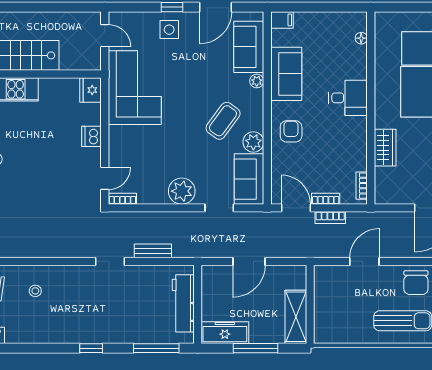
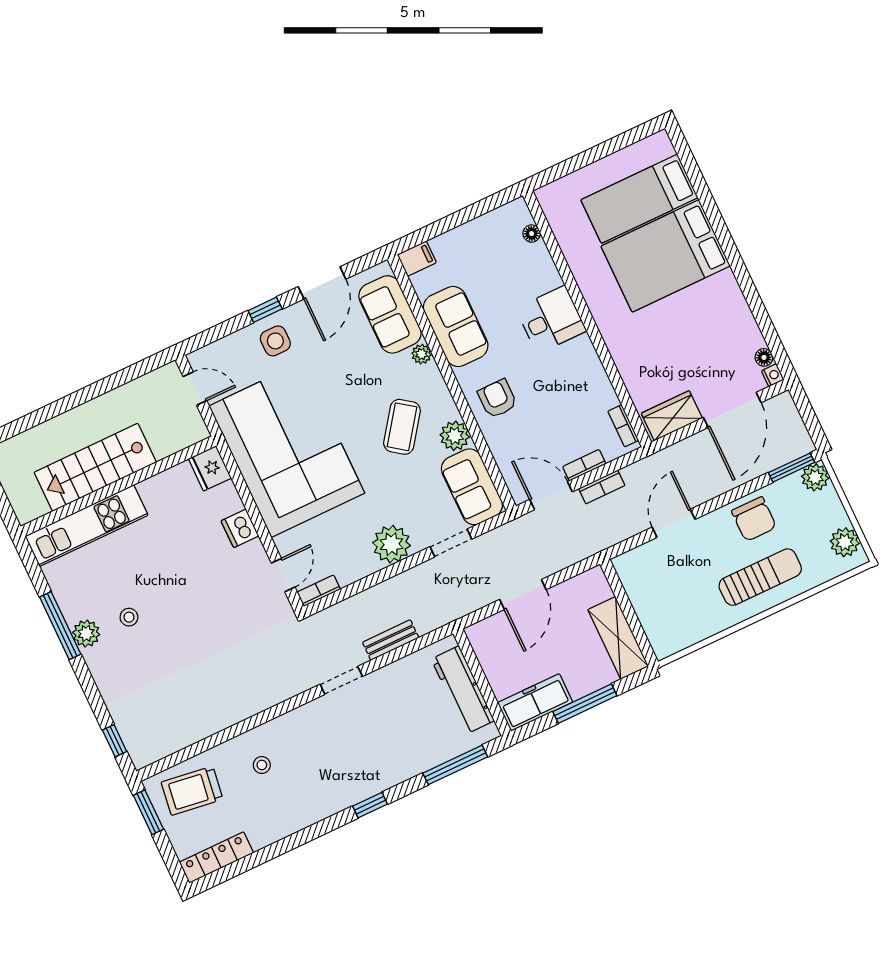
corner sofa: (135, 88) -> (287, 450), width x1.36, depth x1.36
wardrobe: (385, 148) -> (672, 416), moved, turned -90

